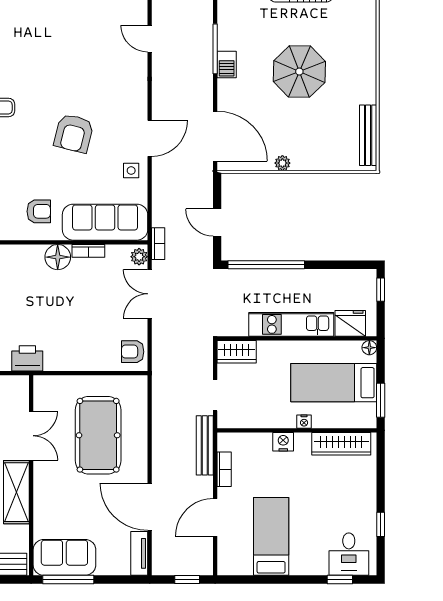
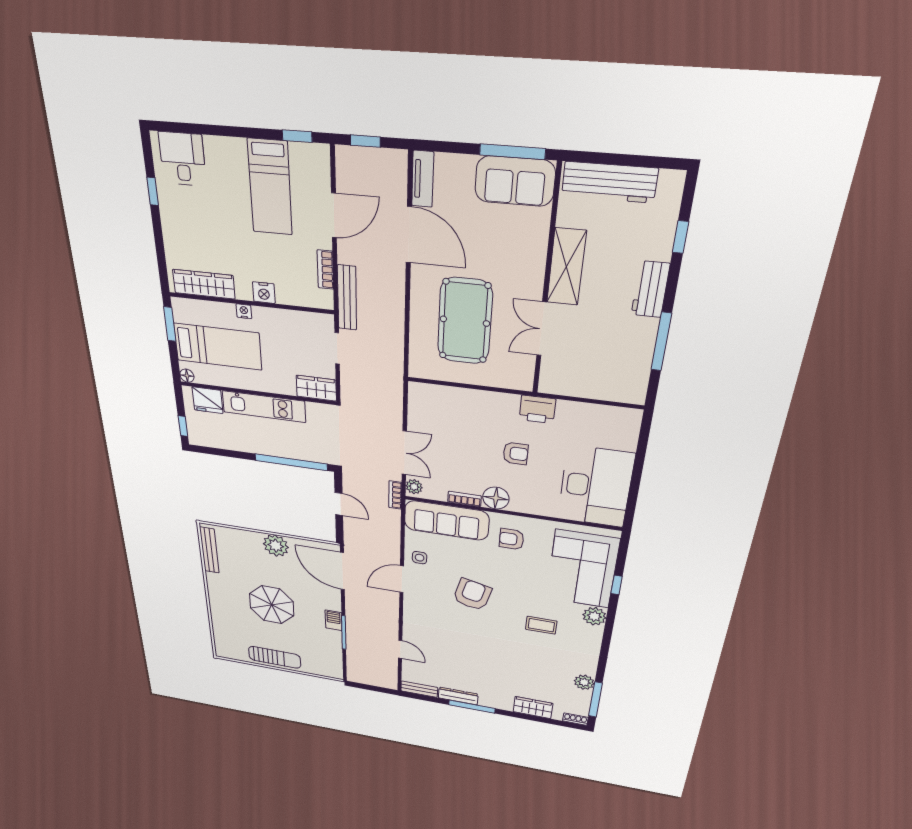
plant: (282, 163) -> (276, 546), width x1.88, depth x1.88
armchair: (133, 352) -> (515, 453), moved
window: (340, 580) -> (297, 136), moved

